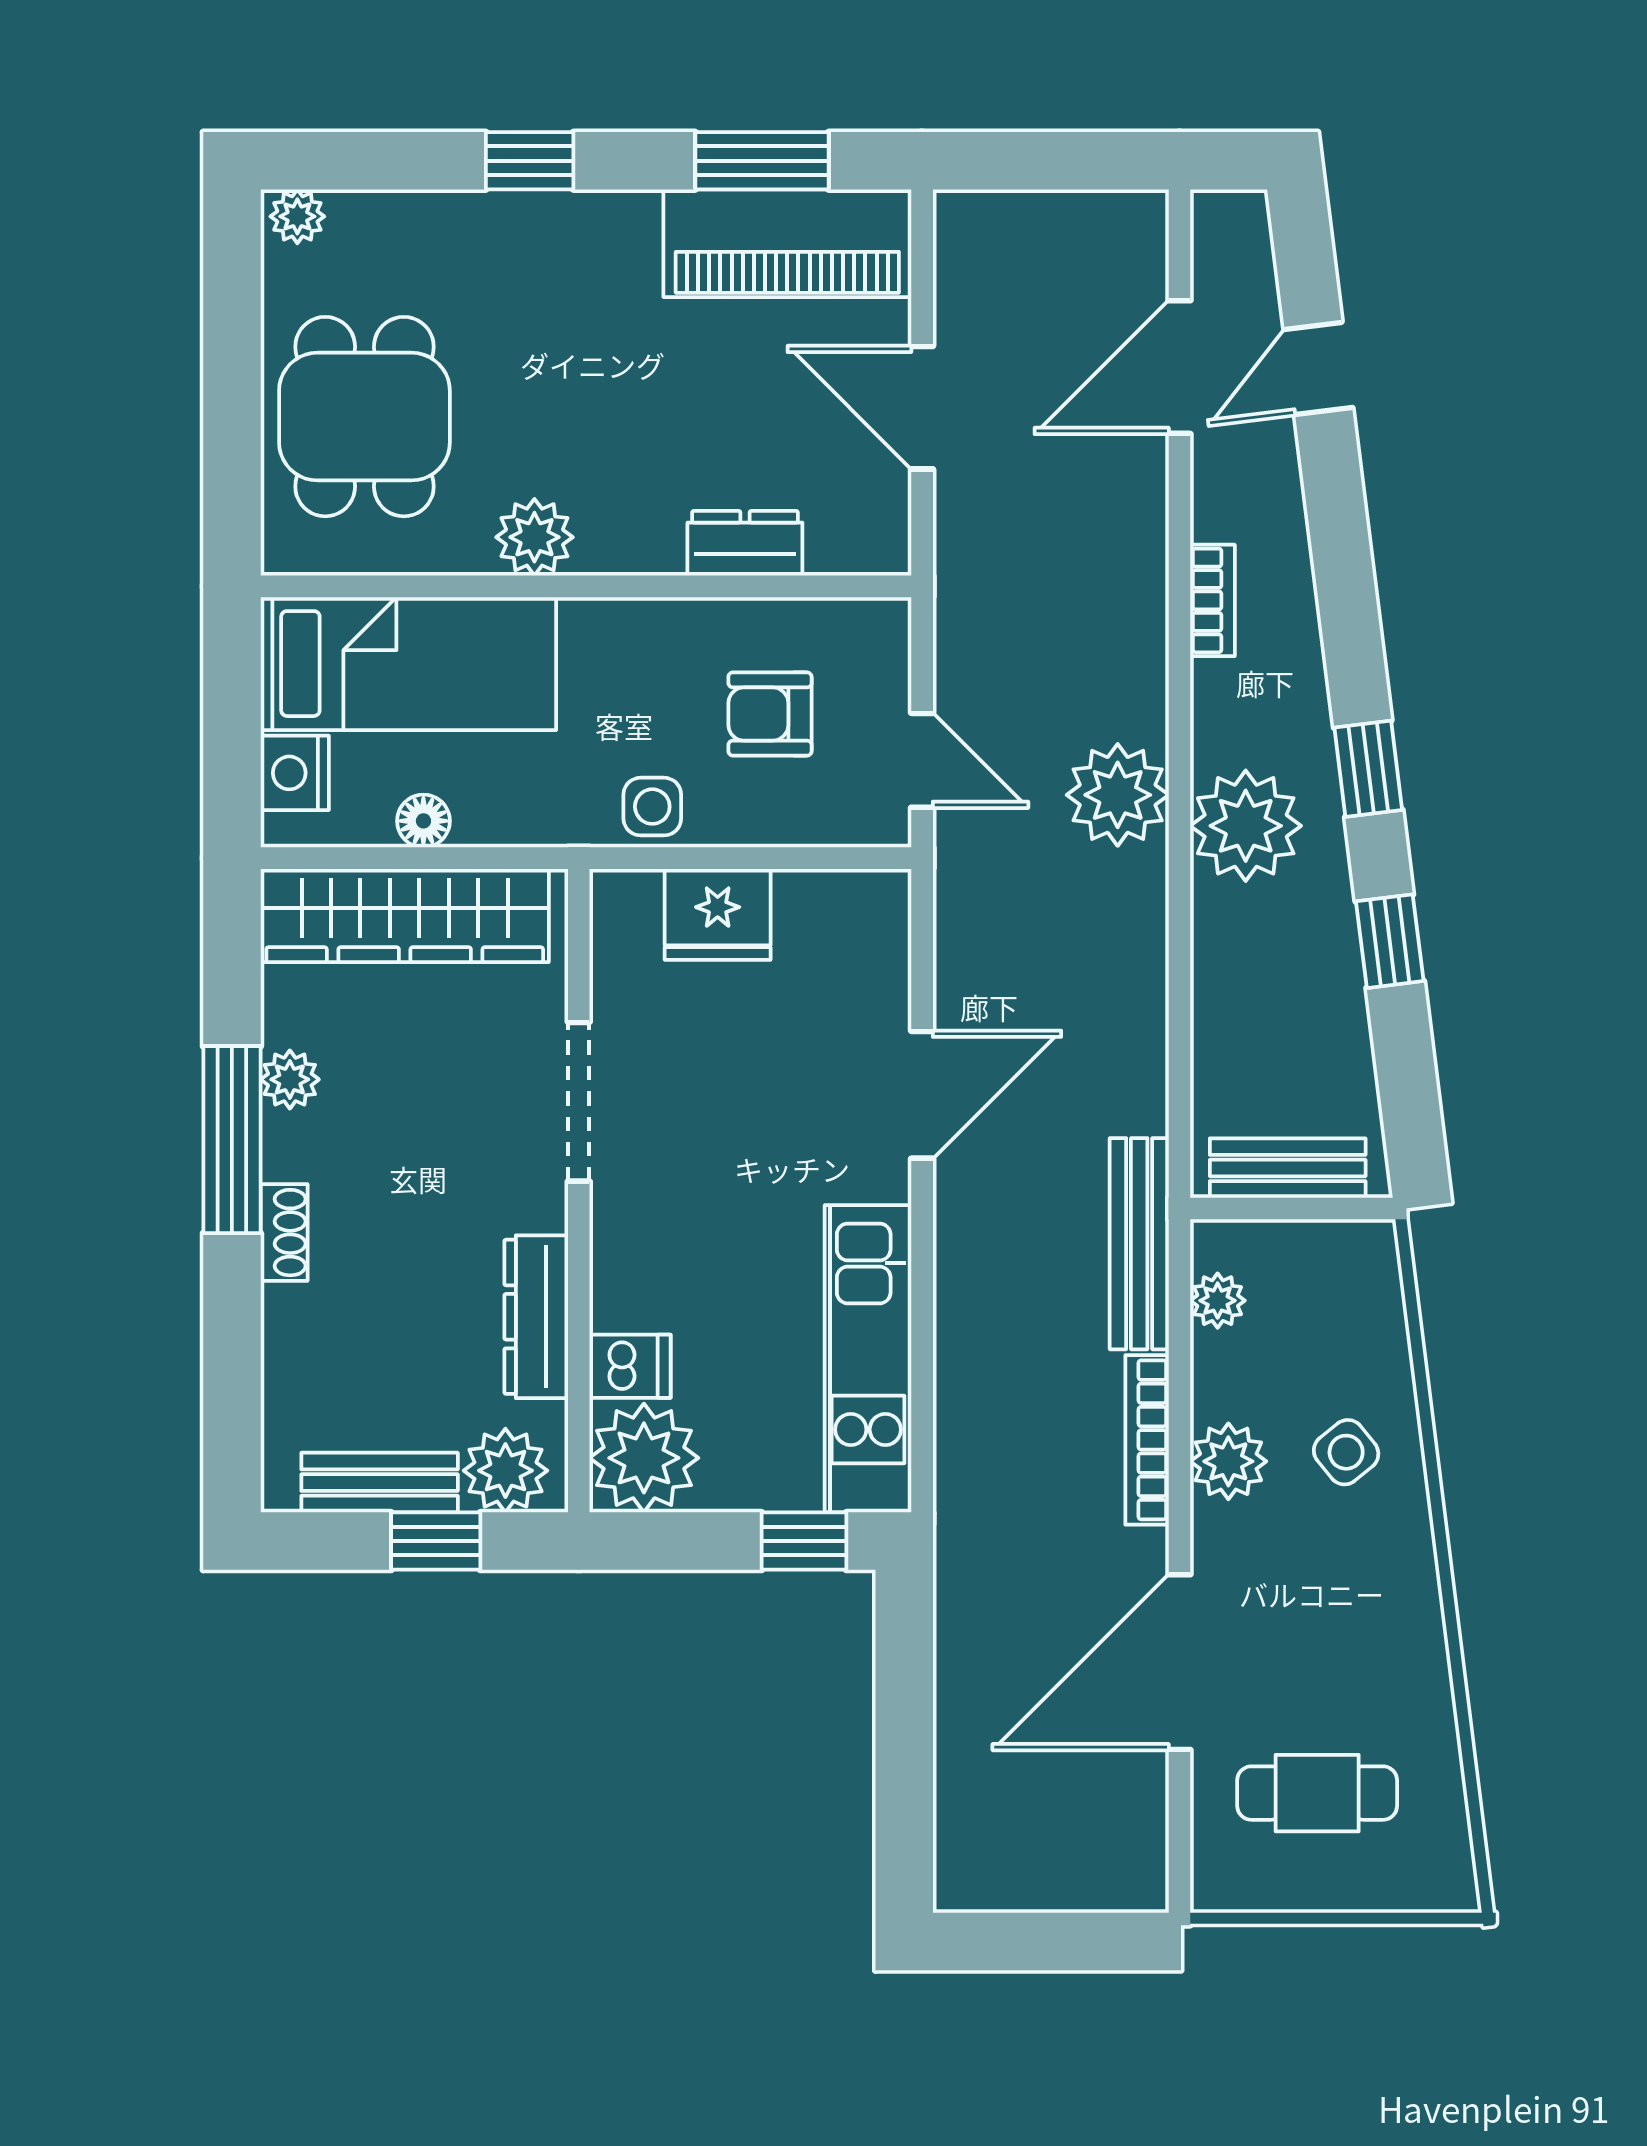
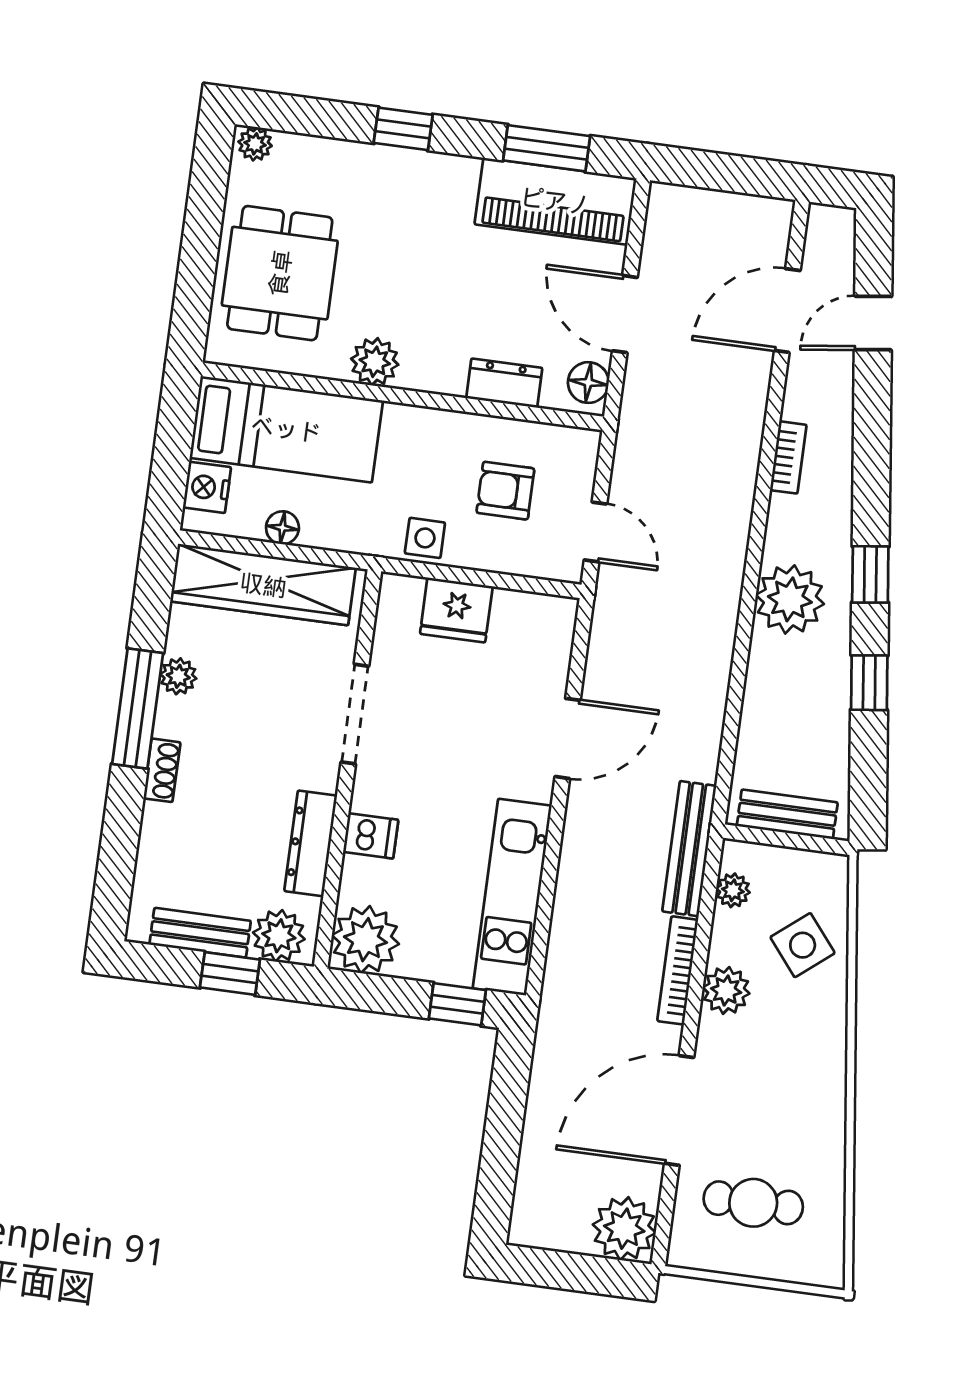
floor lamp: (879, 524) -> (588, 383), added
plant: (1118, 795) -> (624, 1229), moved
dishwasher: (630, 1366) -> (371, 836), moved
side table: (1346, 1452) -> (803, 945), moved, width x1.37, depth x1.37

